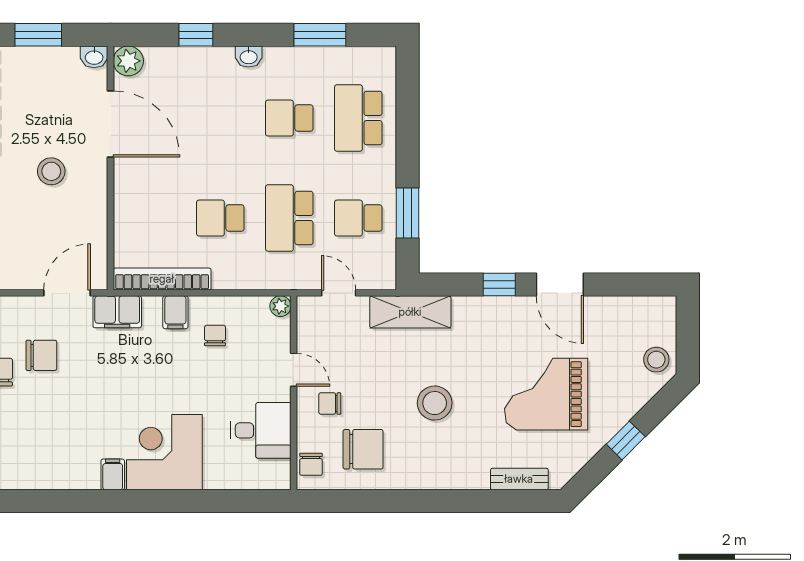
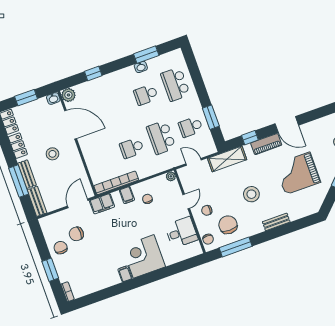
washbasin: (249, 57) -> (141, 67), moved
window: (499, 285) -> (250, 138), moved
piano: (502, 310) -> (266, 144), added
chair: (41, 355) -> (76, 234), turned 180
door: (294, 370) -> (186, 201), hinge flipped
chair: (363, 449) -> (228, 225), turned -90
bench: (519, 479) -> (276, 222), moved
window: (362, 501) -> (236, 247), added

